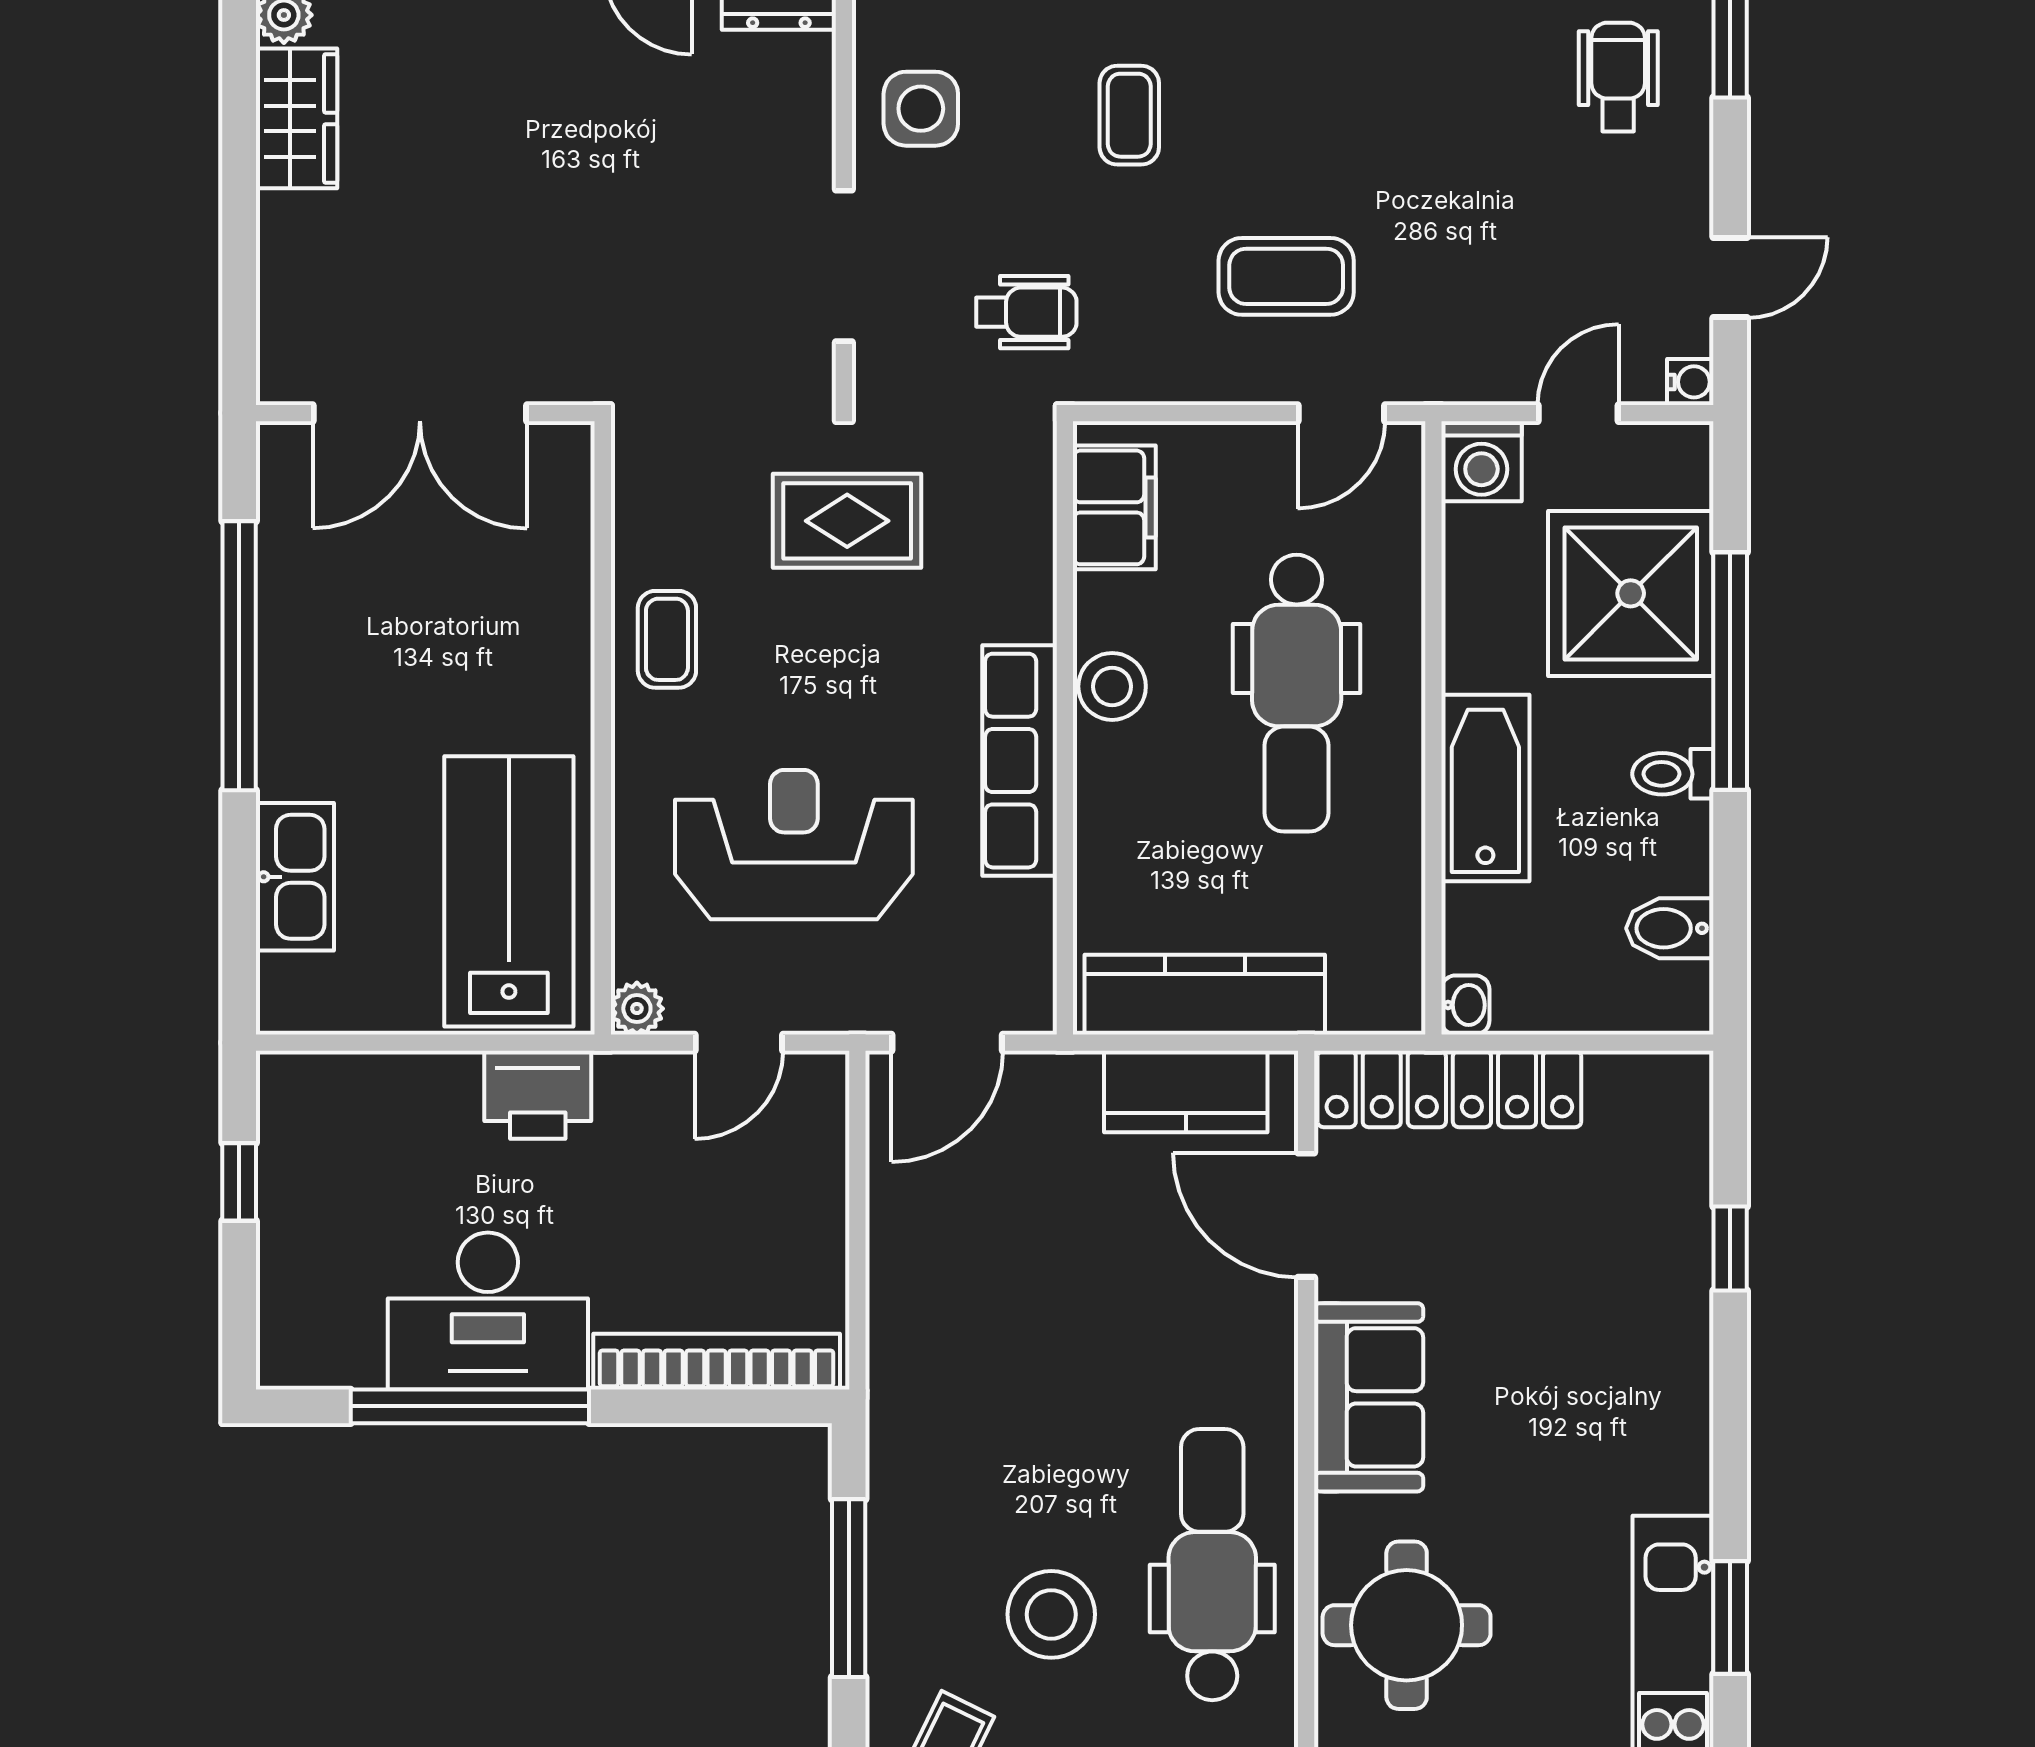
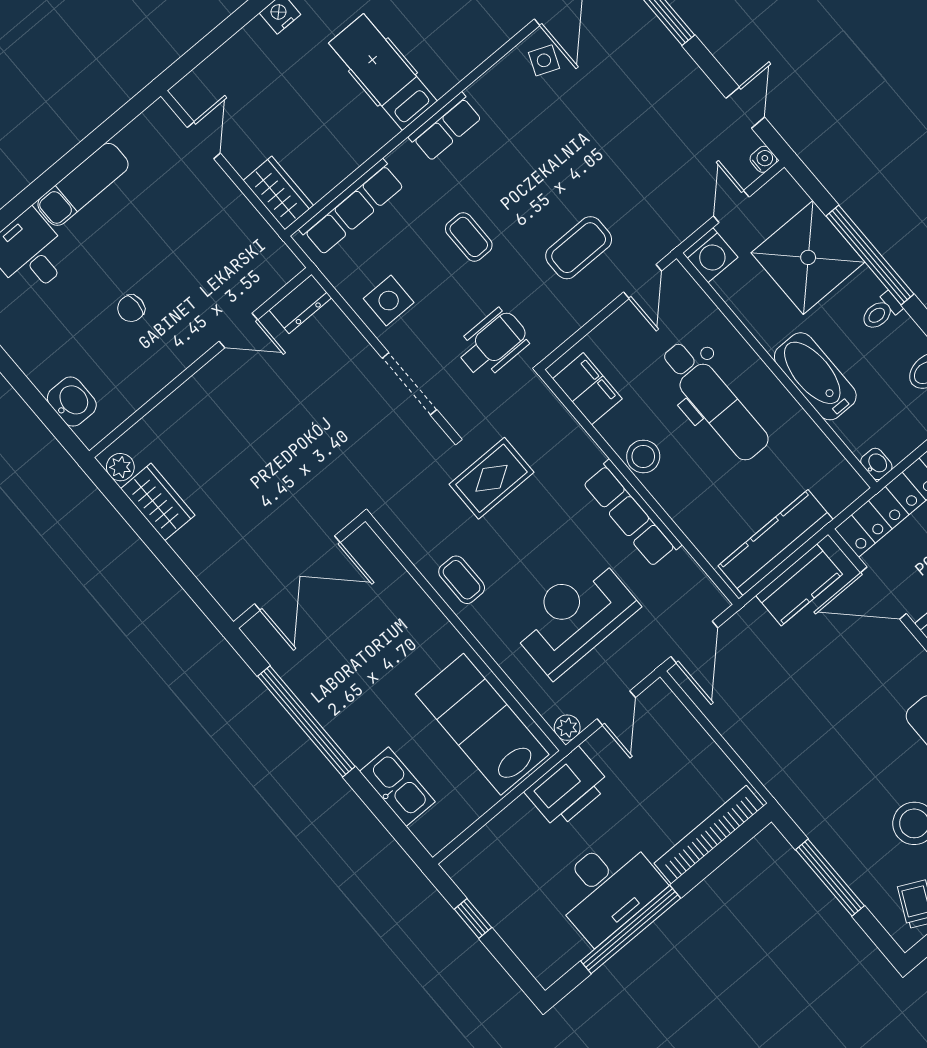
wheelchair: (1618, 77) -> (640, 68), removed
wheelchair: (1026, 312) -> (493, 343), width x1.36, depth x1.37
printer: (538, 1095) -> (567, 788), width x1.37, depth x1.19

